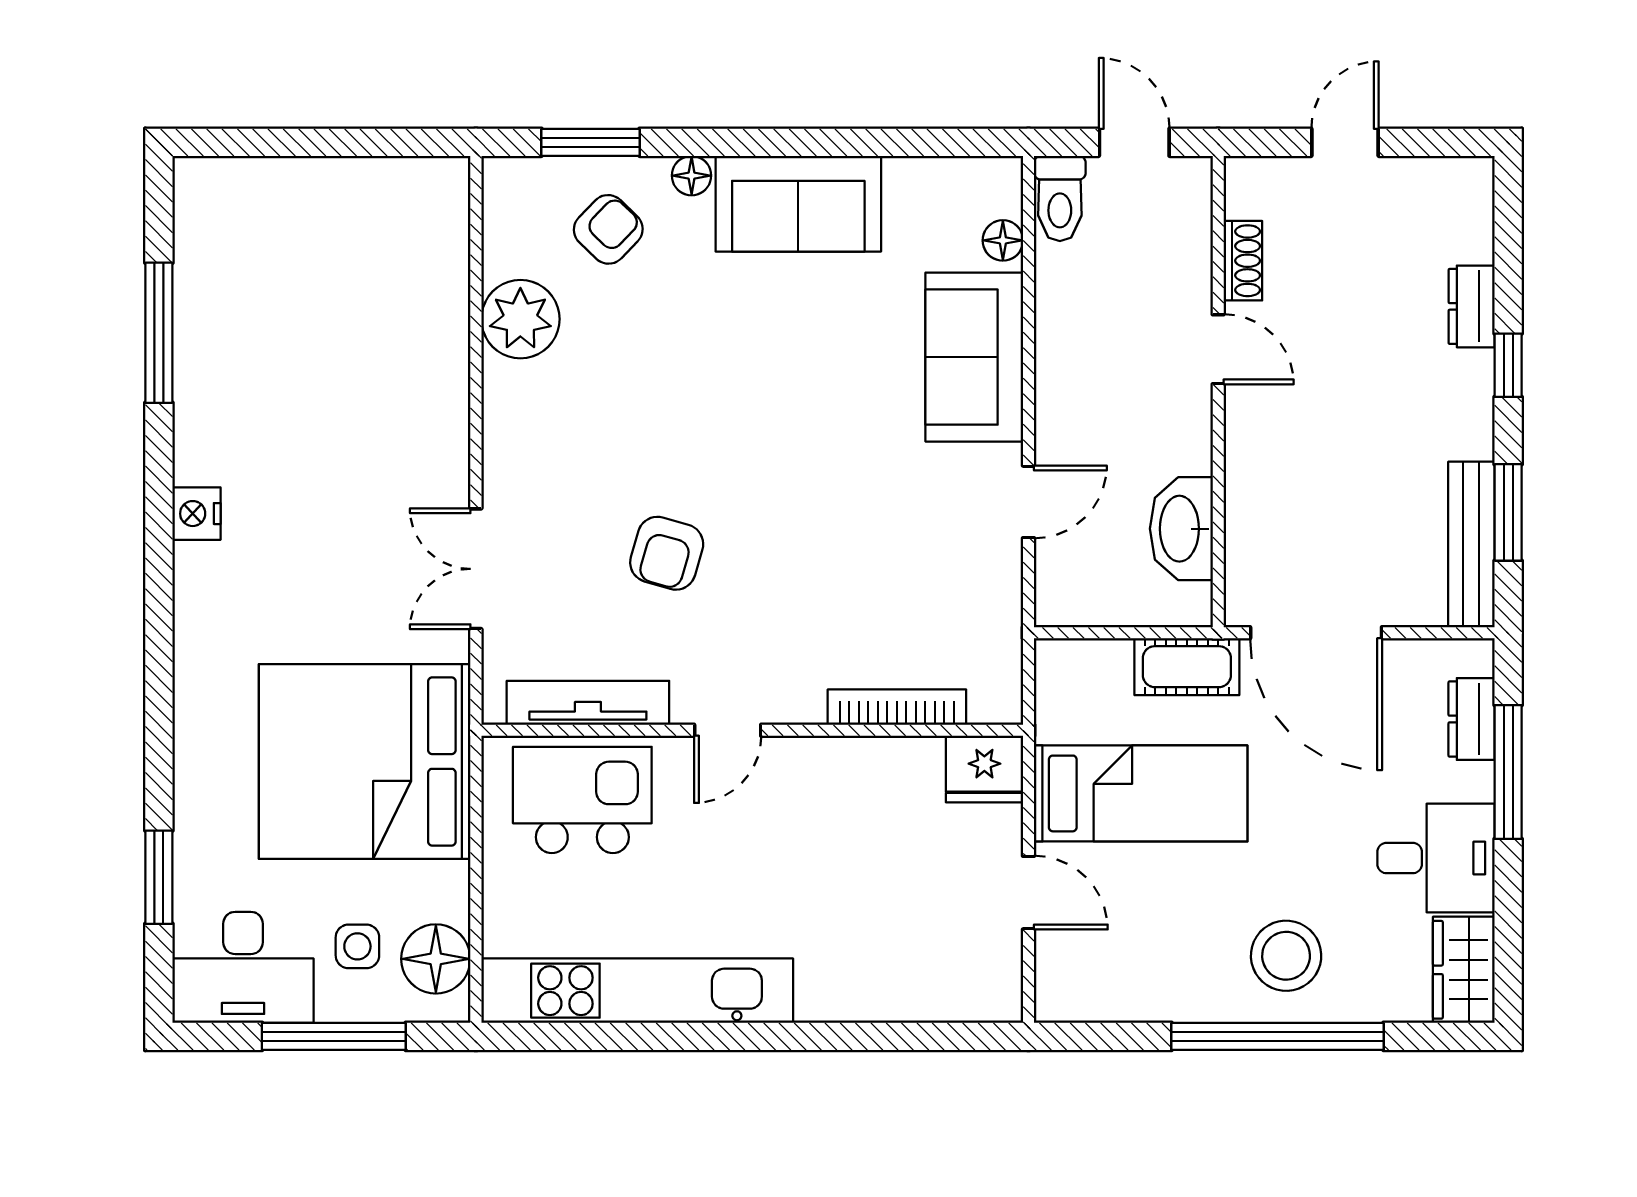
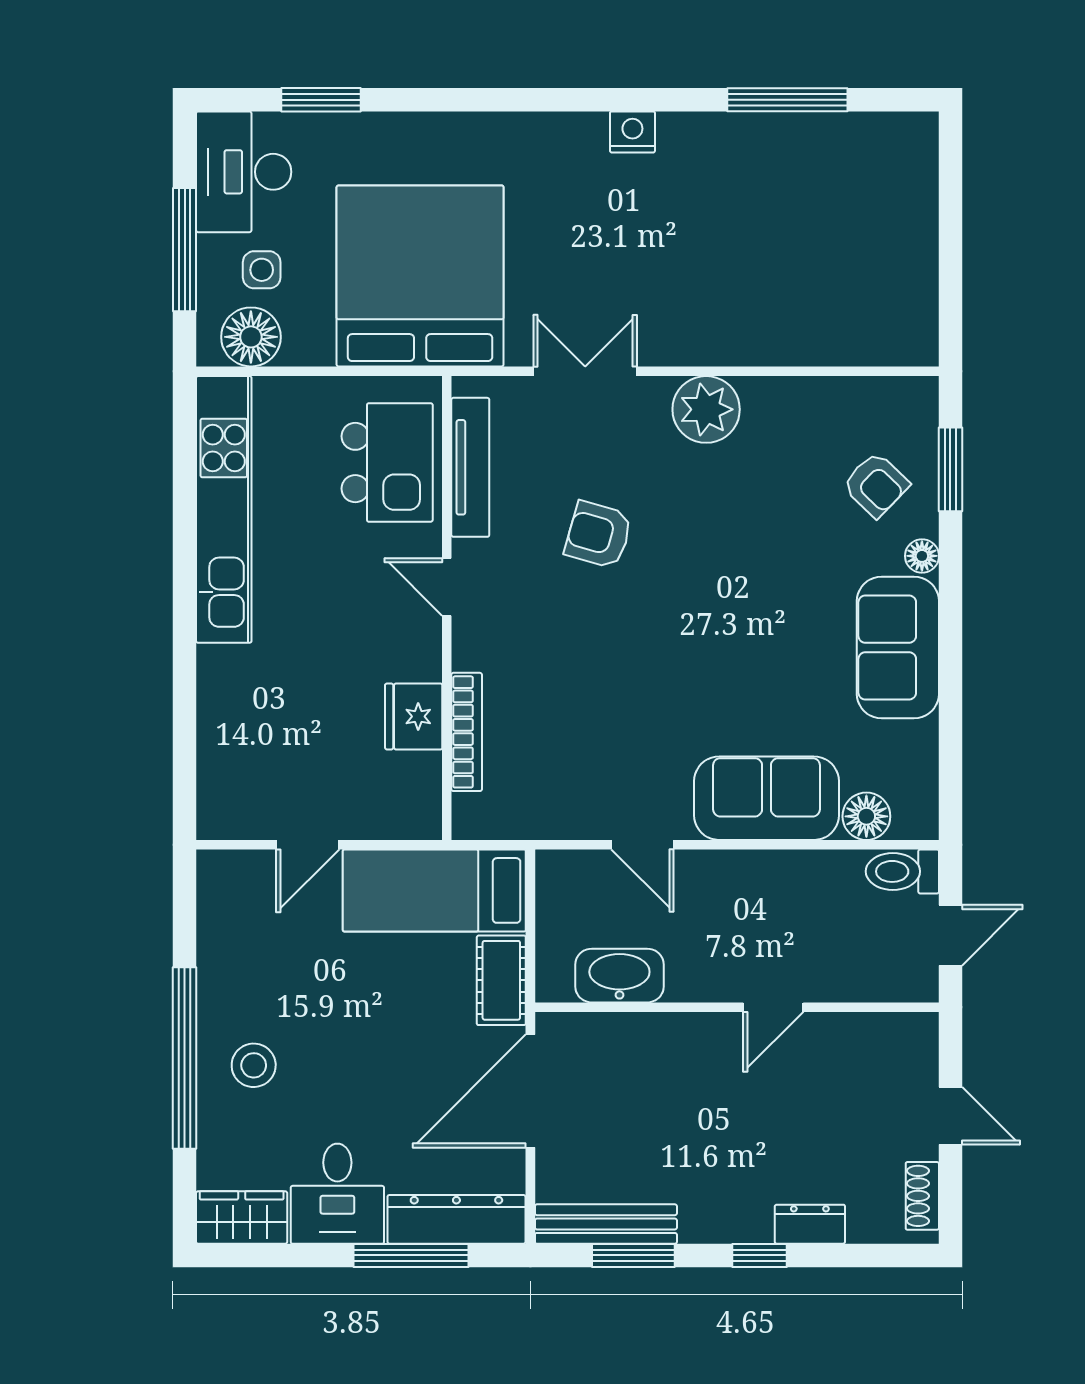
floor lamp: (1003, 240) -> (866, 816), width x1.37, depth x1.37
shoe rack: (1243, 261) -> (922, 1196), moved, turned 90
plant: (520, 319) -> (706, 409), moved
dresser: (1472, 719) -> (456, 1219), width x1.96, depth x1.24
fridge: (984, 769) -> (414, 716), moved
bed: (1141, 793) -> (434, 890), moved, turned 90
stool: (1286, 956) -> (254, 1065), width x0.73, depth x0.73

